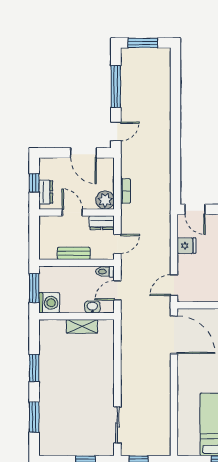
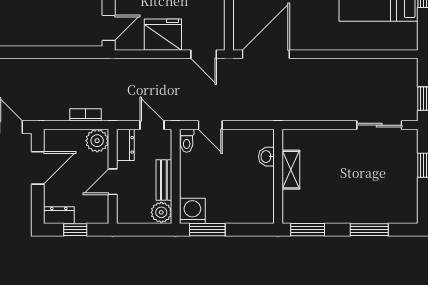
dresser: (46, 192) -> (59, 215), moved
fridge: (186, 246) -> (163, 35), width x1.88, depth x1.34
plant: (48, 251) -> (161, 212), added
washing machine: (49, 303) -> (192, 211), moved
washbasin: (92, 307) -> (266, 157), moved
wall: (77, 316) -> (278, 176), moved
shelving: (82, 326) -> (291, 170), moved

